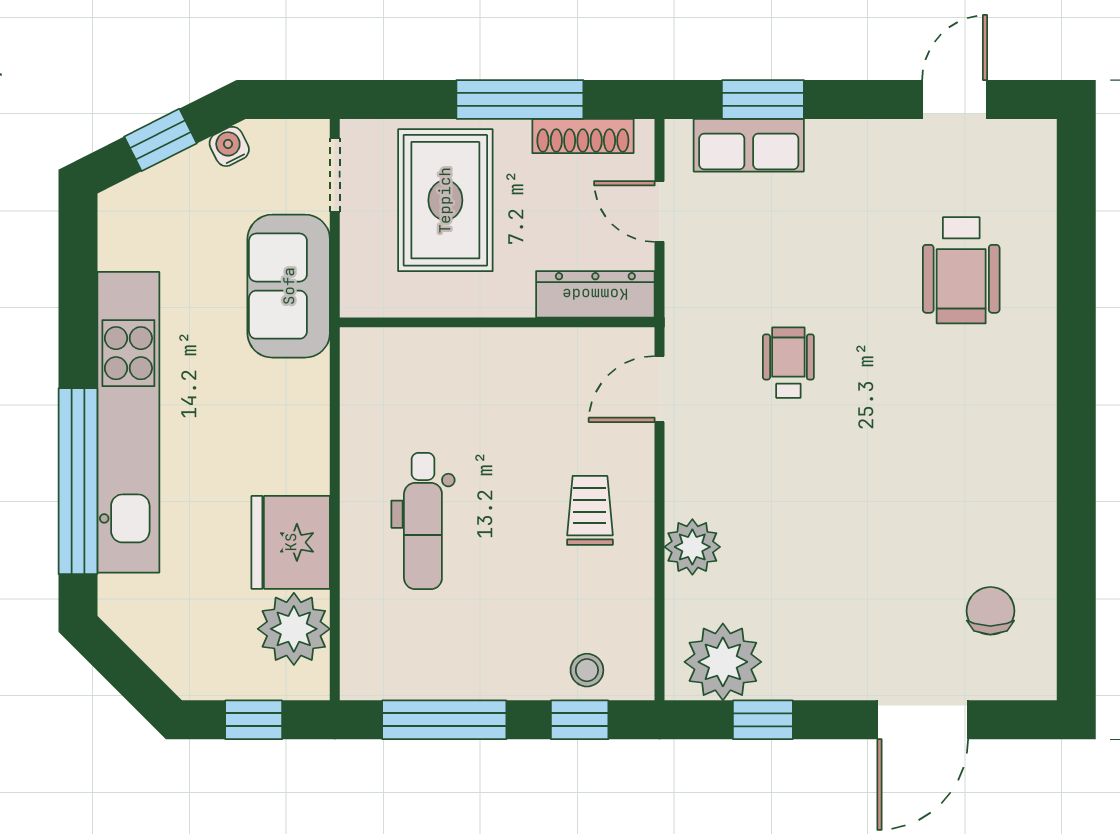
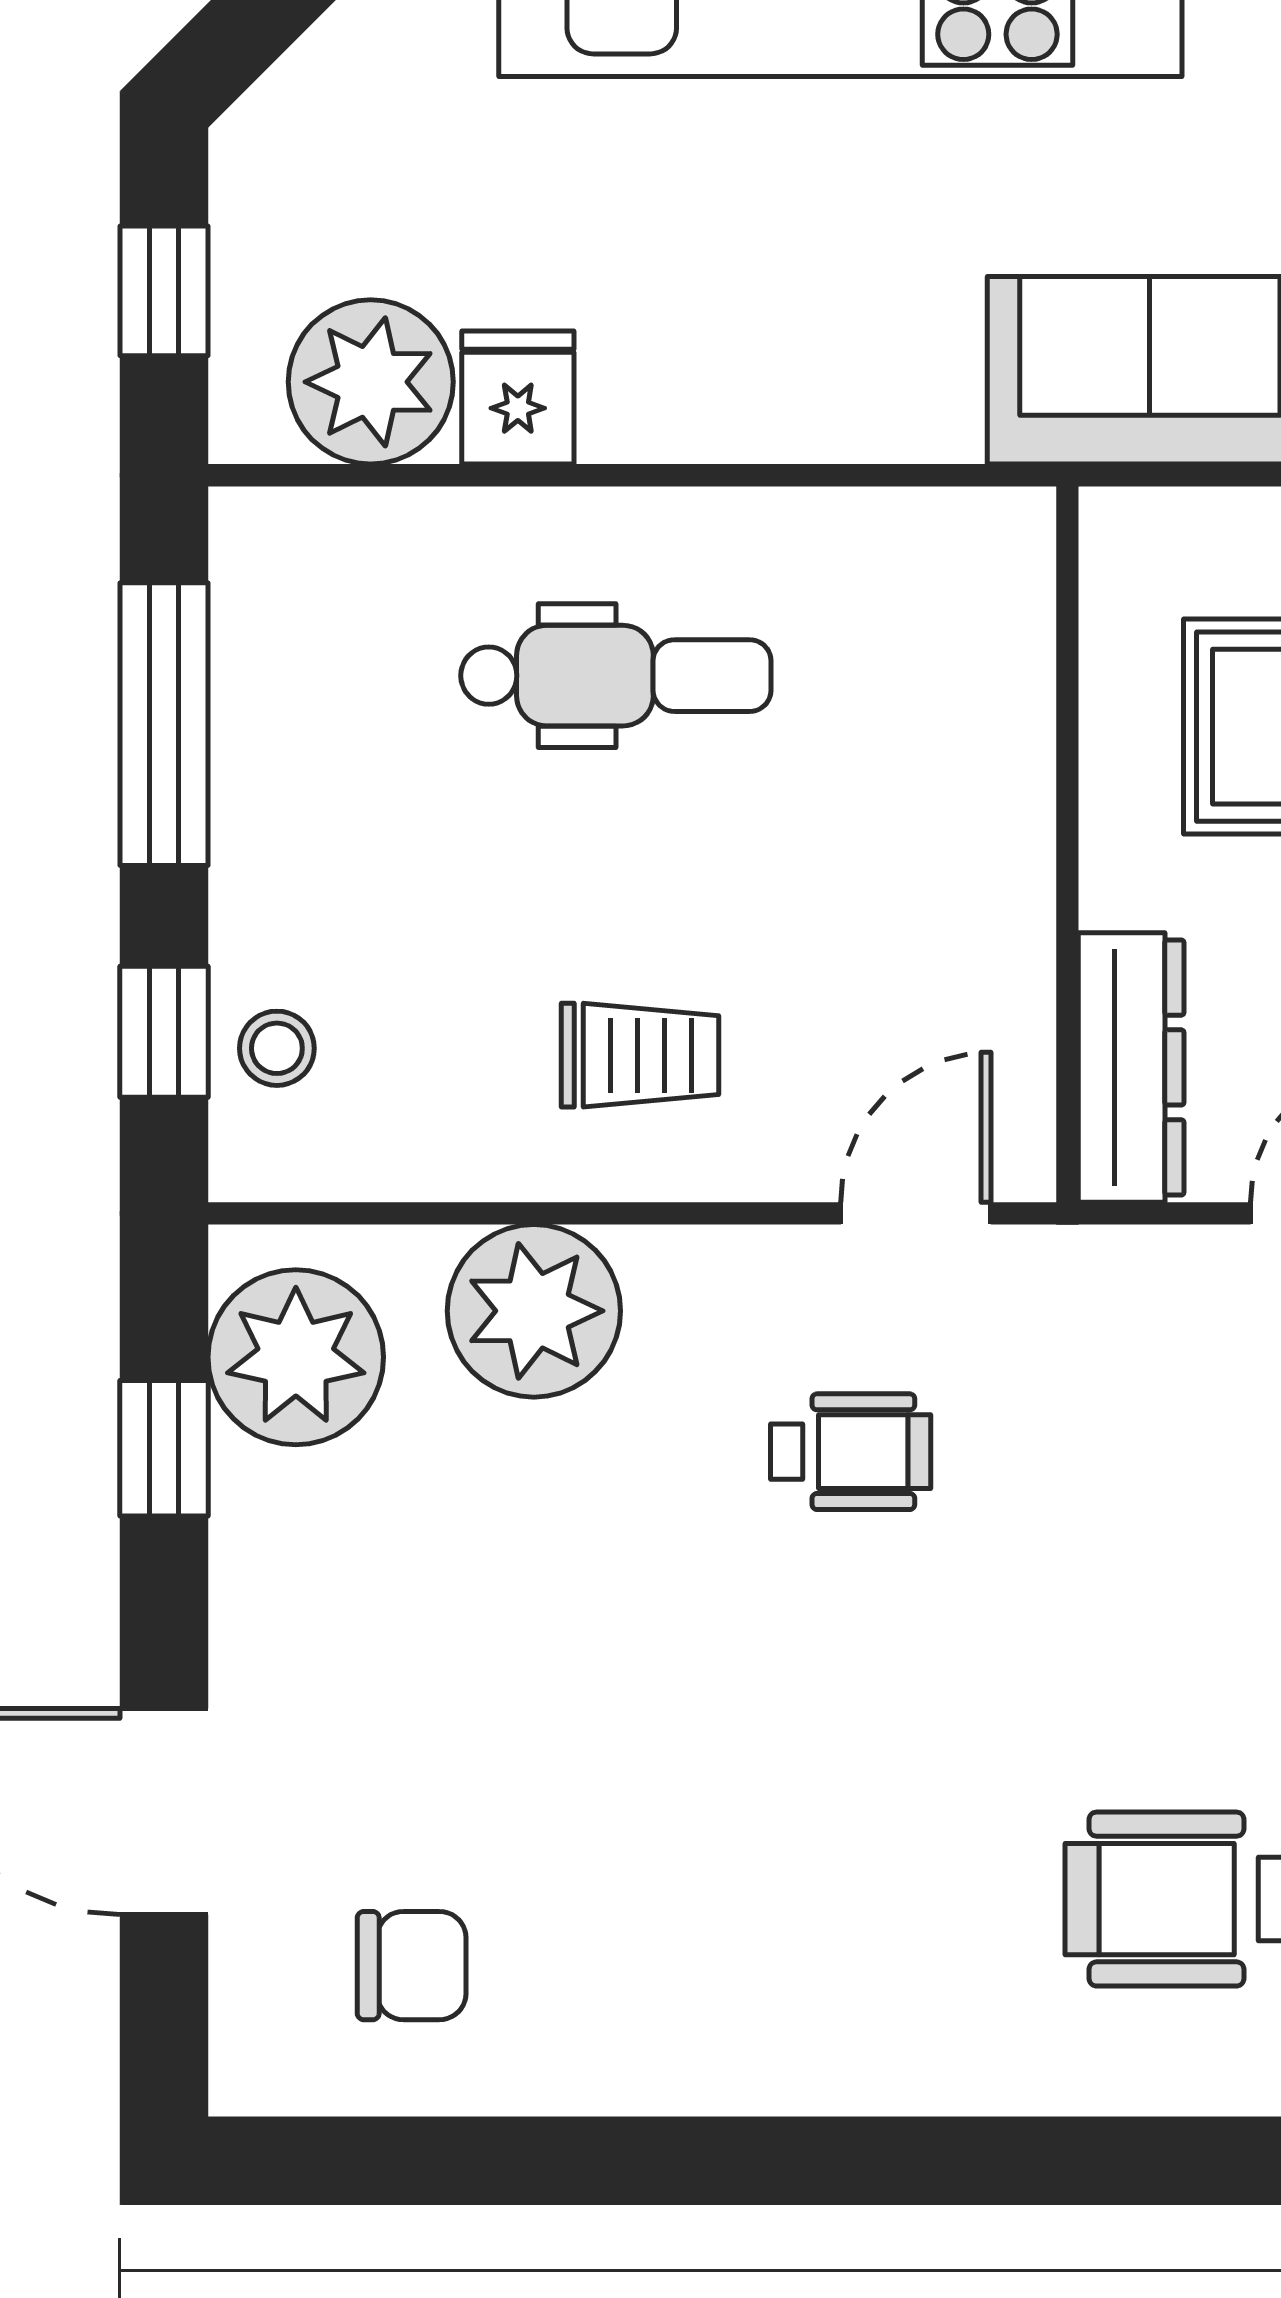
wheelchair: (788, 363) -> (851, 1452), moved
door: (660, 389) -> (916, 1213), hinge flipped
dental chair: (423, 521) -> (616, 676), turned 180
fridge: (291, 542) -> (518, 398), width x0.53, depth x0.75
plant: (692, 547) -> (534, 1311), width x1.36, depth x1.36

